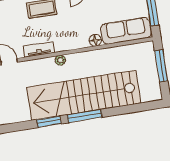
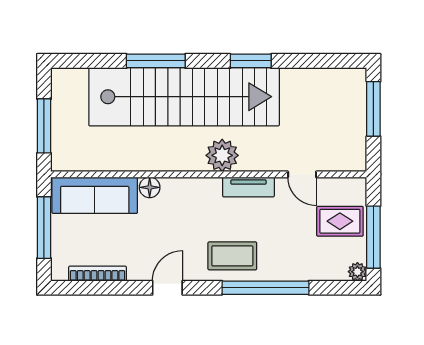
plant: (60, 60) -> (222, 155), width x1.87, depth x1.87
window: (85, 116) -> (156, 61), moved

